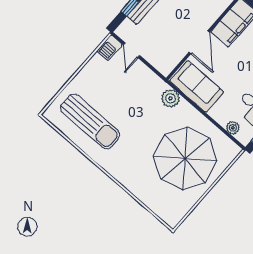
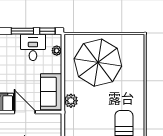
door: (199, 42) -> (25, 112), hinge flipped

